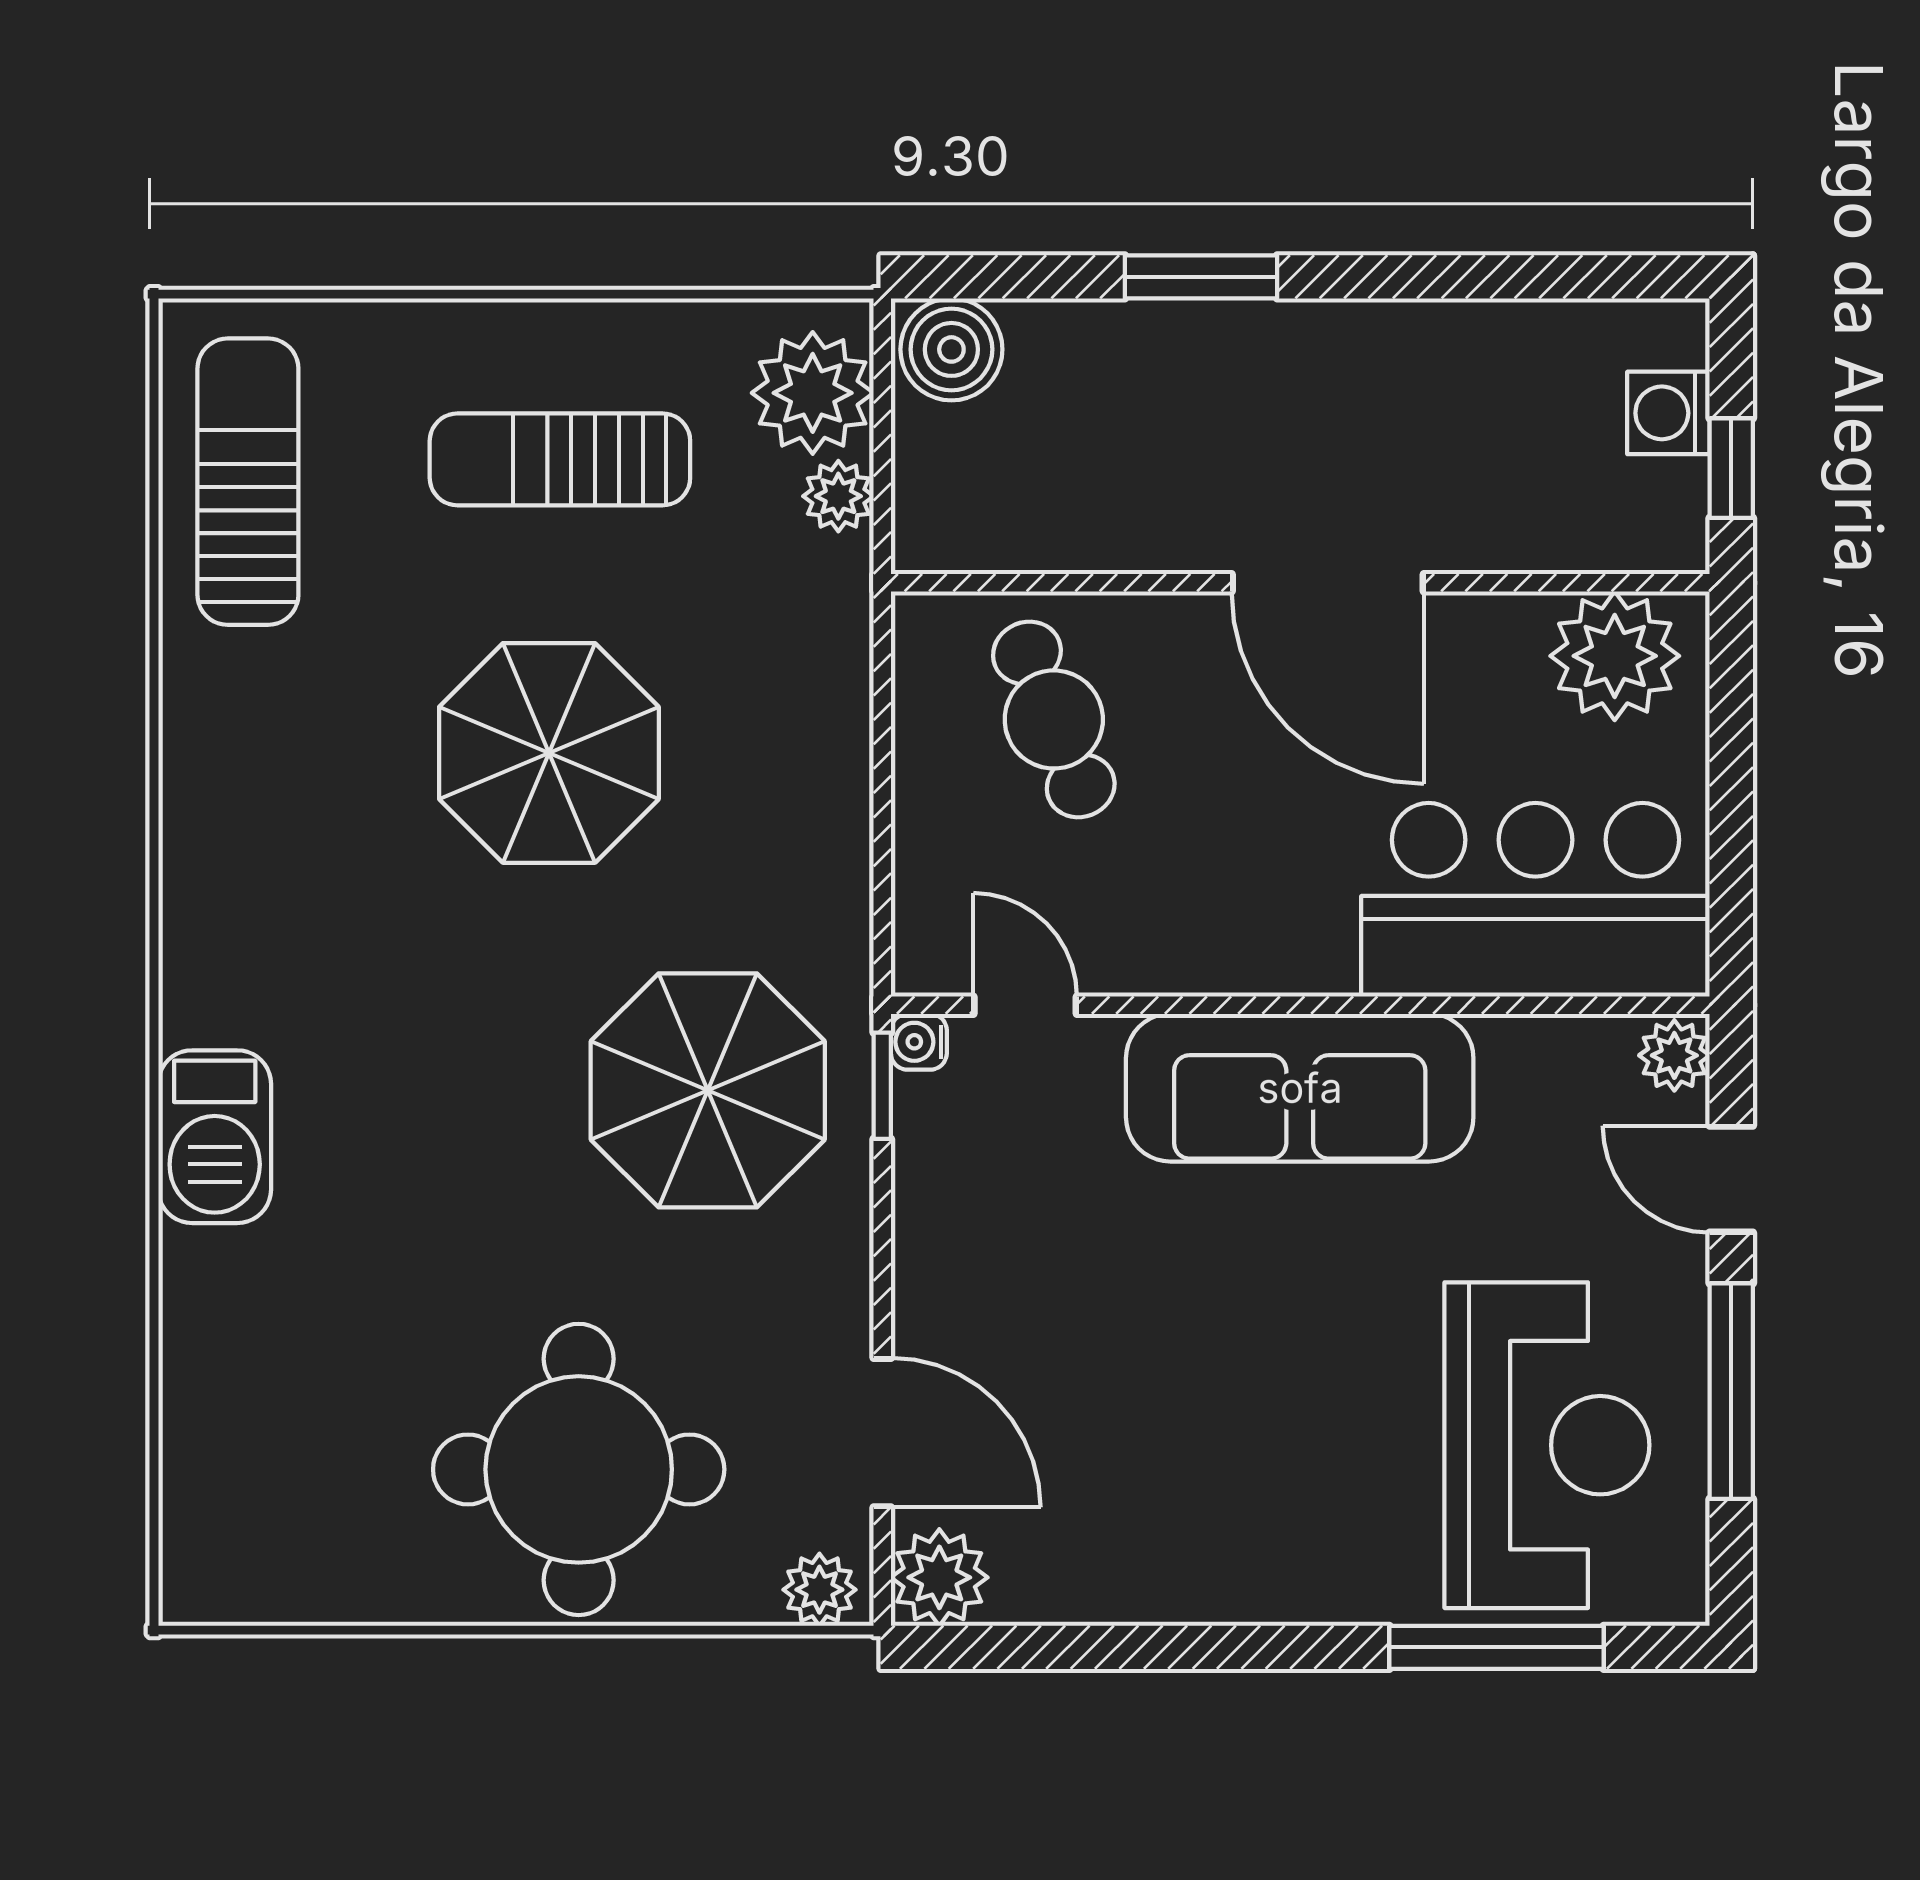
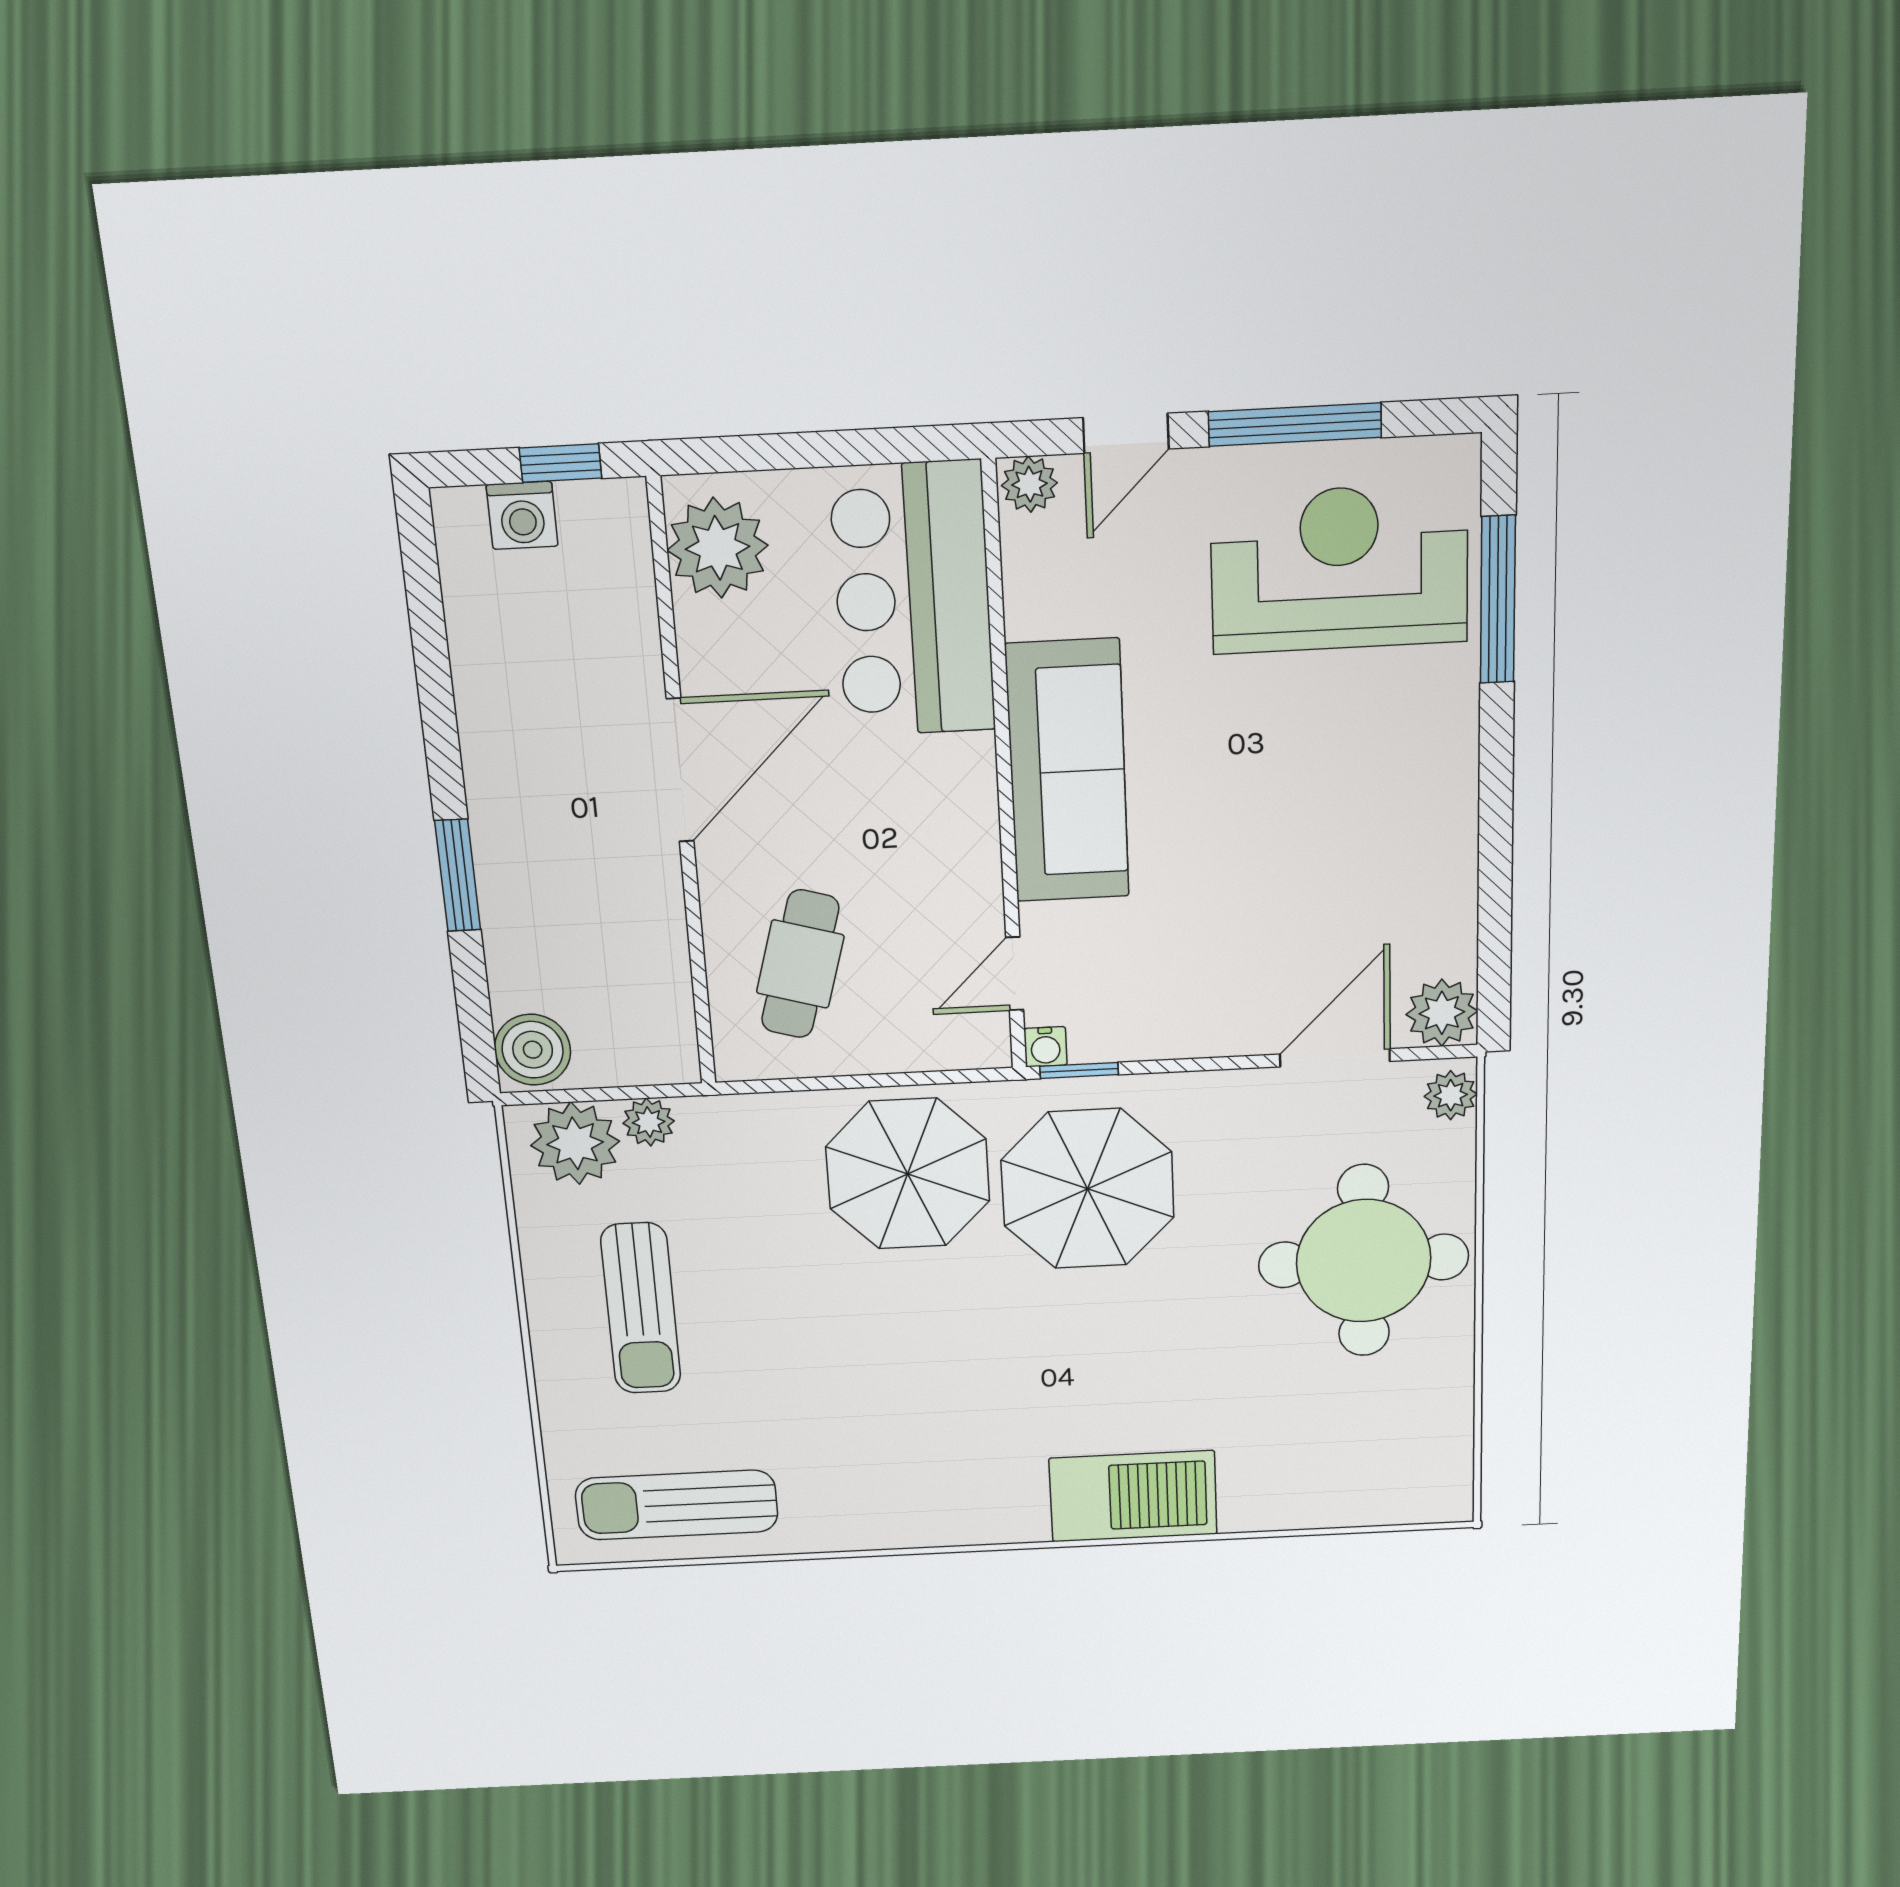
cafe table: (1054, 719) -> (800, 964), turned -52
parasol: (549, 753) -> (908, 1174), moved
barbecue: (215, 1137) -> (1133, 1496), width x1.37, depth x1.21

